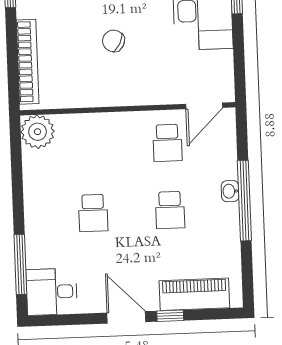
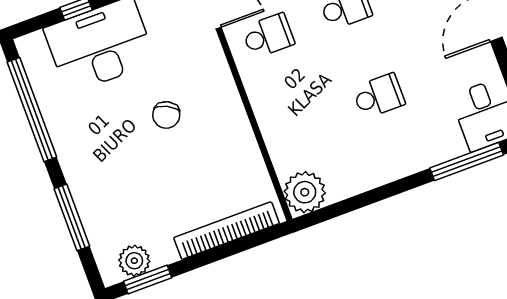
chair: (114, 41) -> (166, 115), moved

